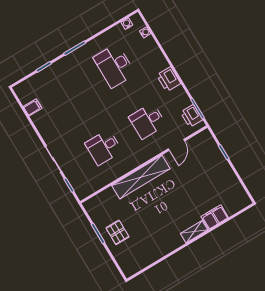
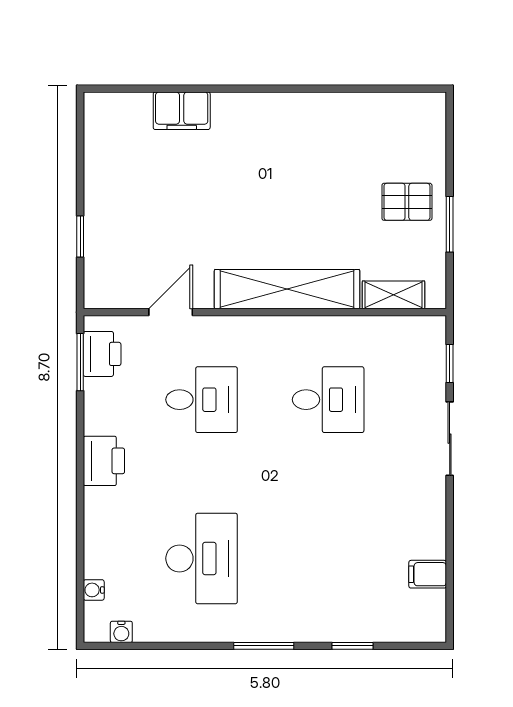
pallet: (117, 232) -> (407, 202), turned 90
shelving: (194, 232) -> (394, 295), moved

